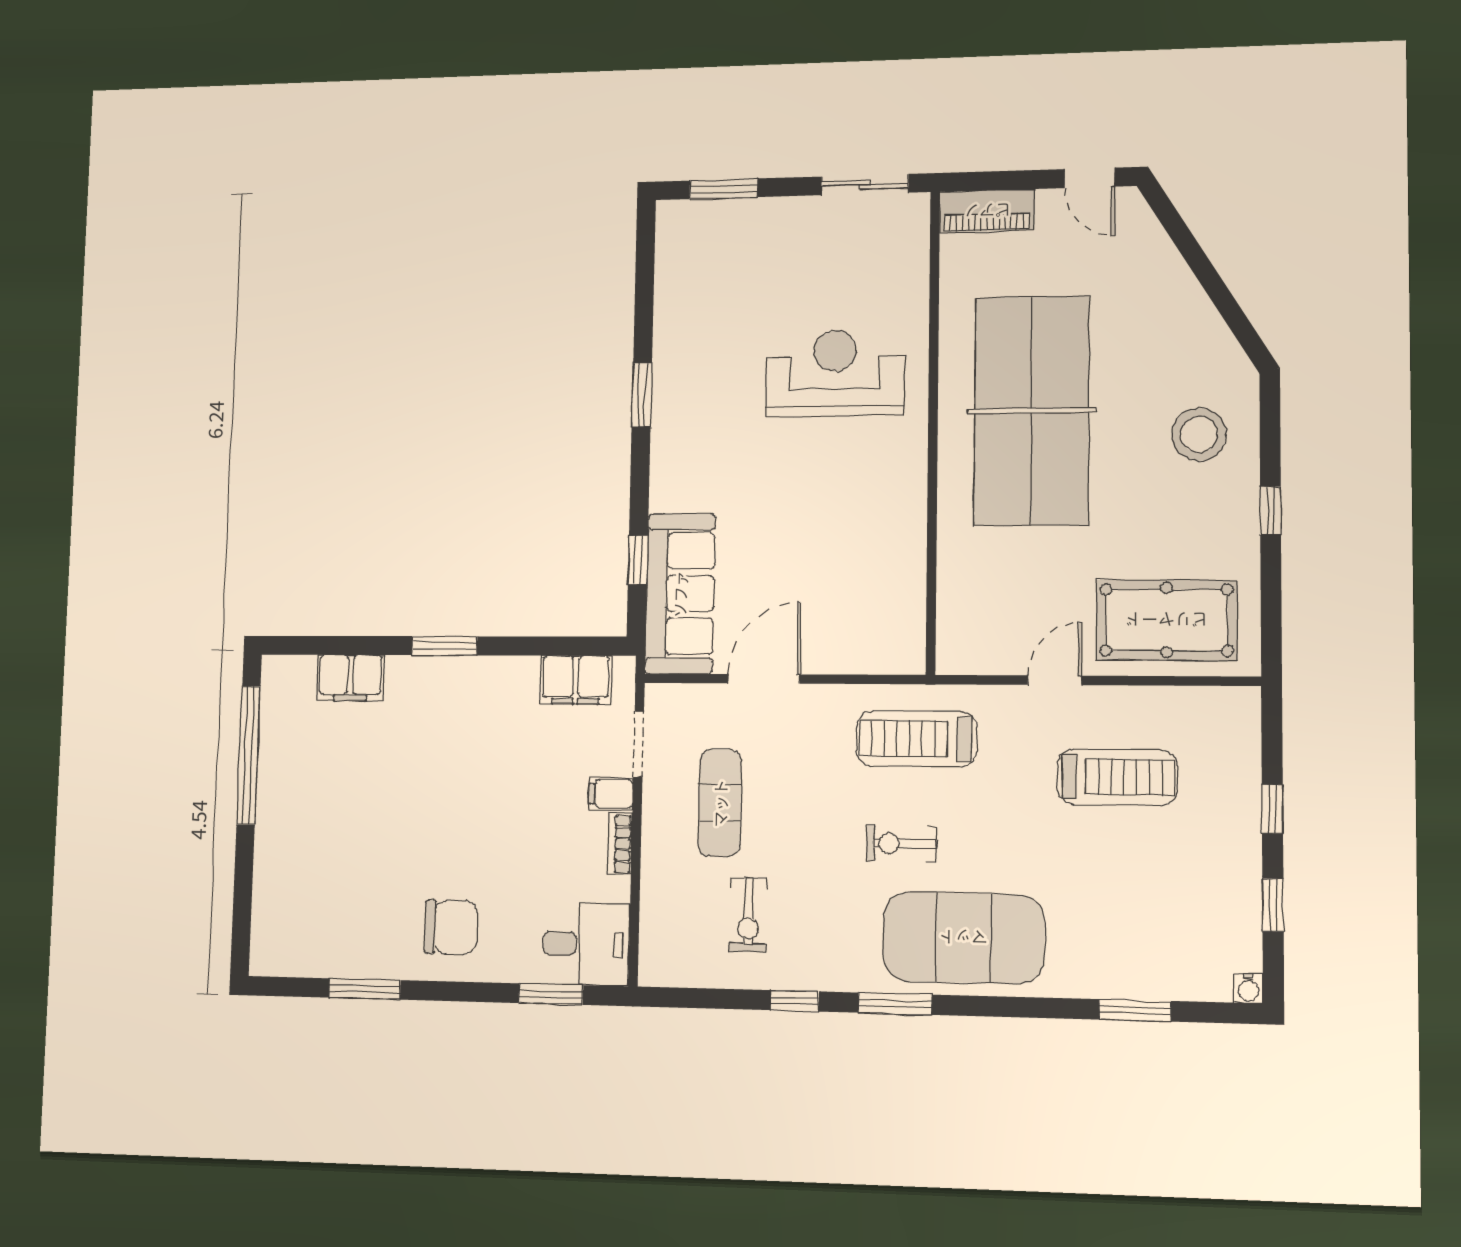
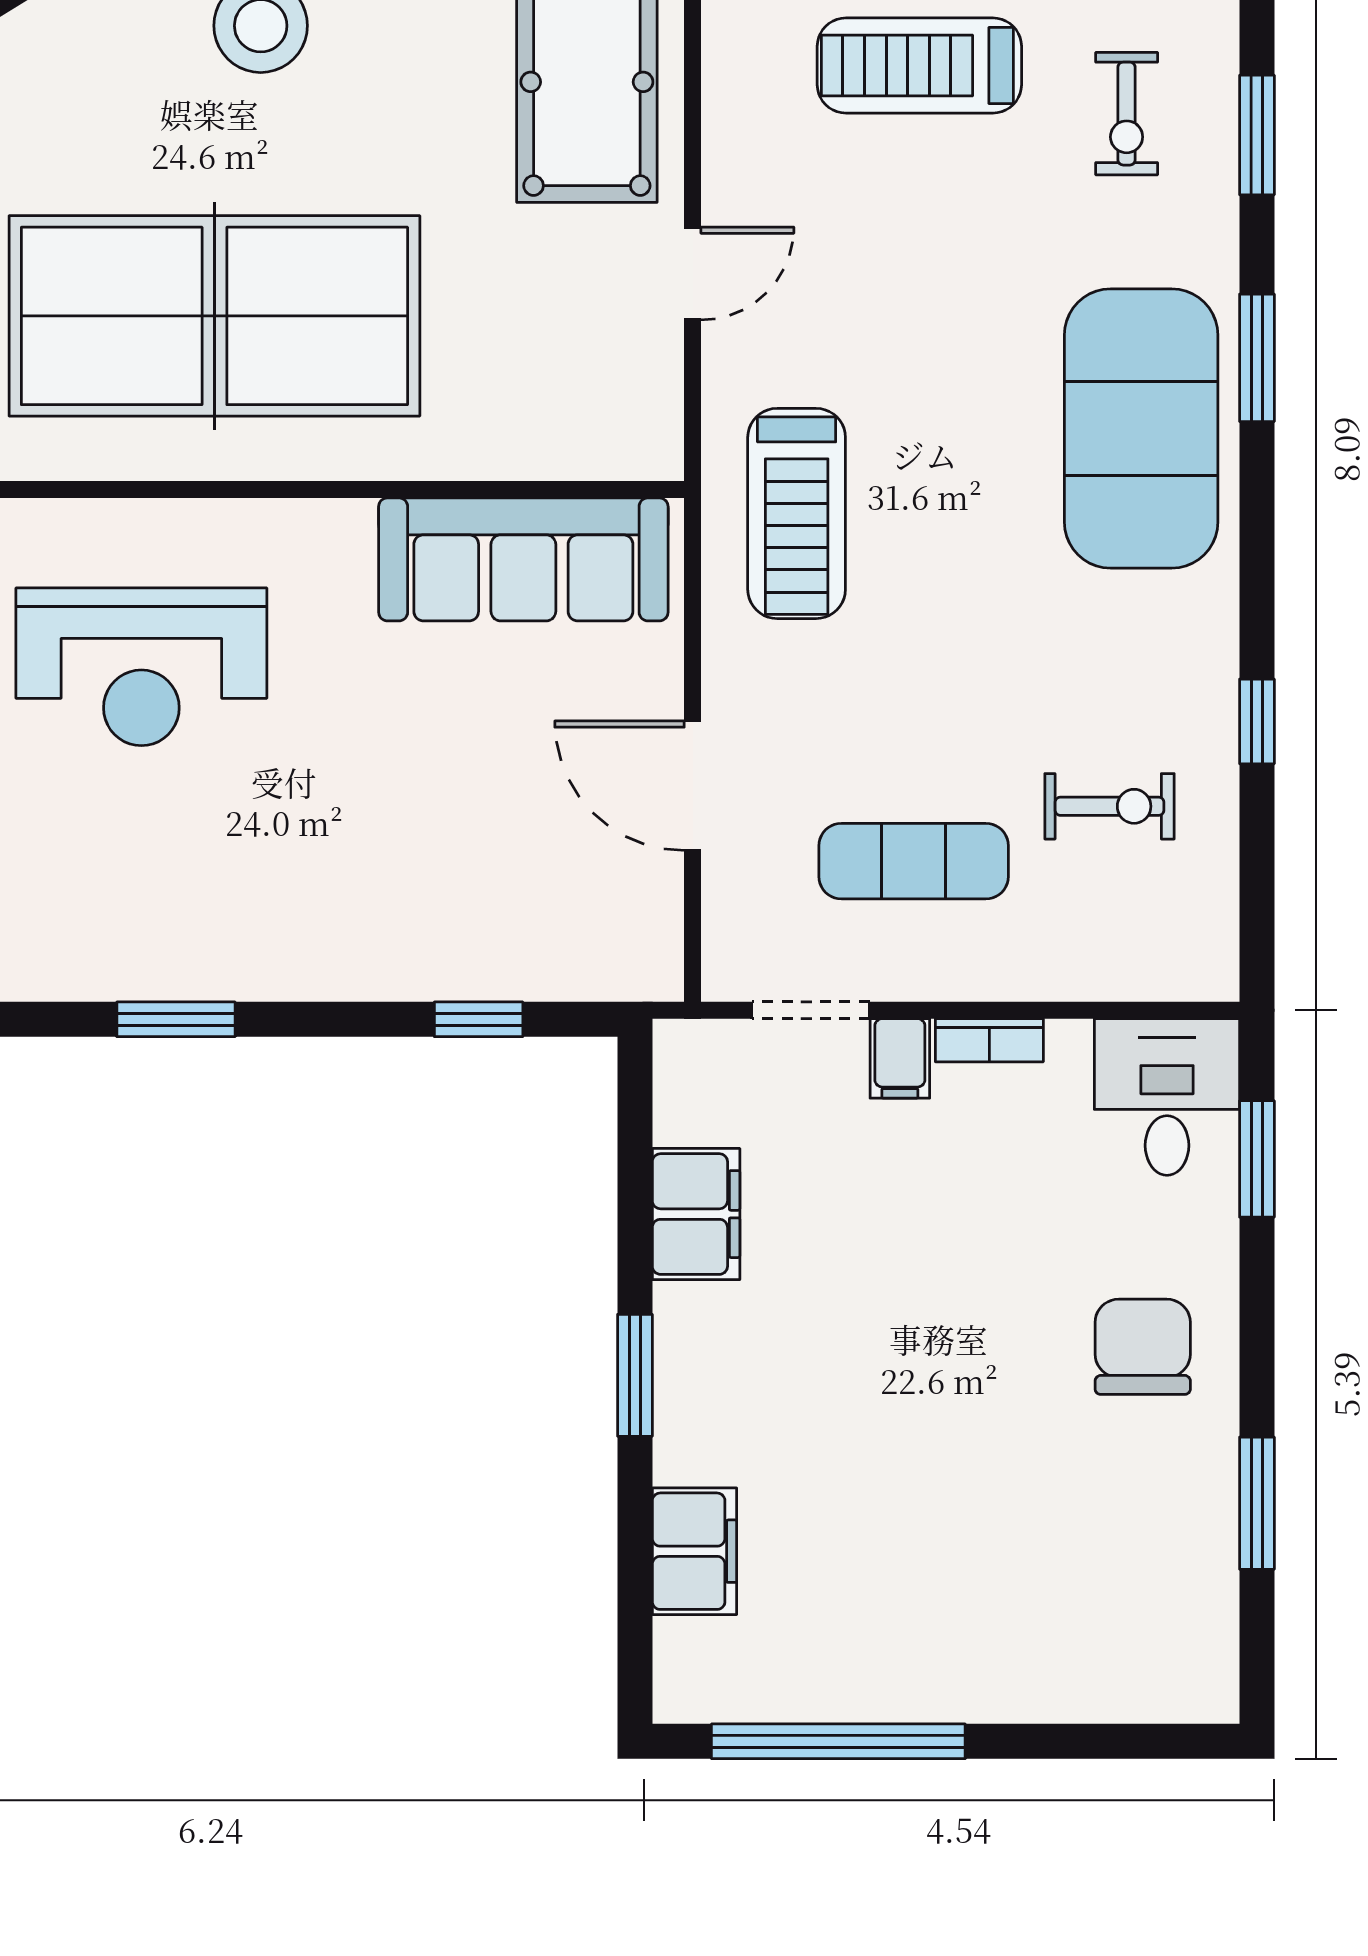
reception desk: (835, 373) -> (141, 667), turned -90
sofa: (680, 594) -> (523, 559), moved, turned 180
filing cabinet: (576, 680) -> (696, 1214), moved
door: (1055, 680) -> (693, 273), swing flipped
treadmill: (1117, 777) -> (919, 65), moved, turned -90
exercise bike: (901, 843) -> (1127, 114), moved
window: (895, 1004) -> (1257, 358), moved

